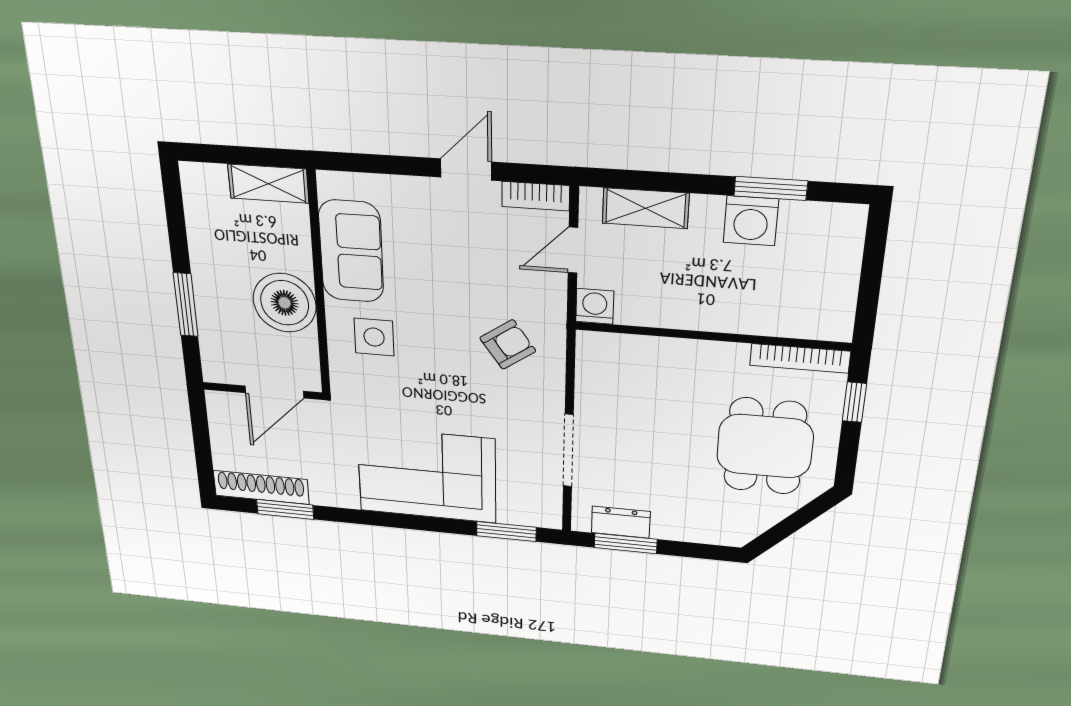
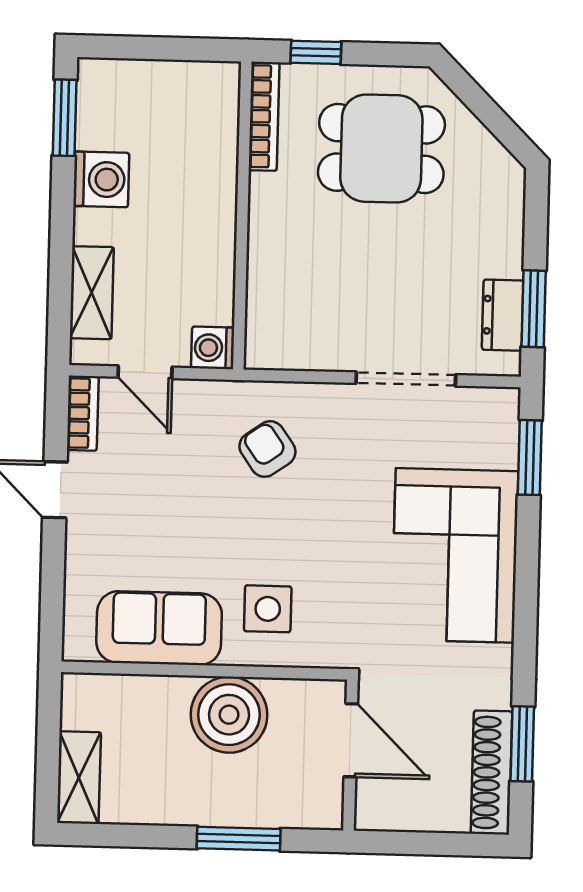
shelving: (268, 184) -> (79, 778), moved
window: (771, 188) -> (65, 118), moved

